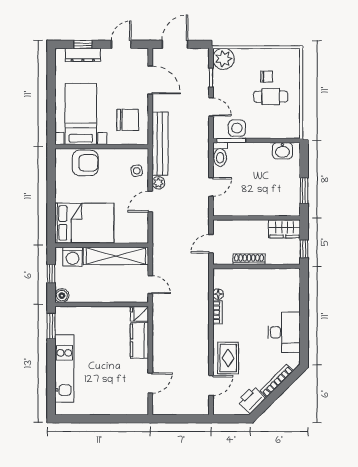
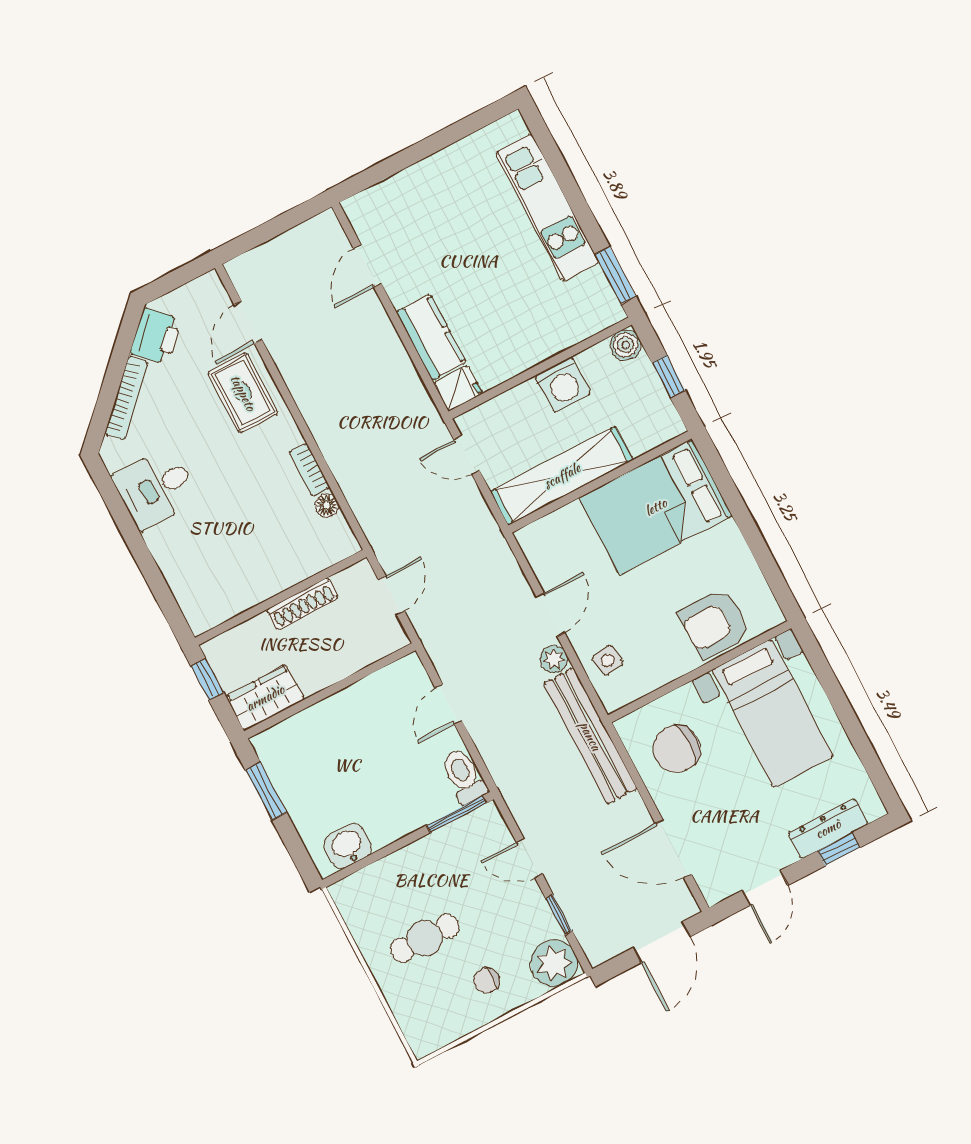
chair: (267, 77) -> (487, 981), moved
side table: (237, 128) -> (458, 843), removed
washing machine: (73, 257) -> (563, 384), moved, turned 180
desk: (284, 332) -> (156, 488), width x0.73

